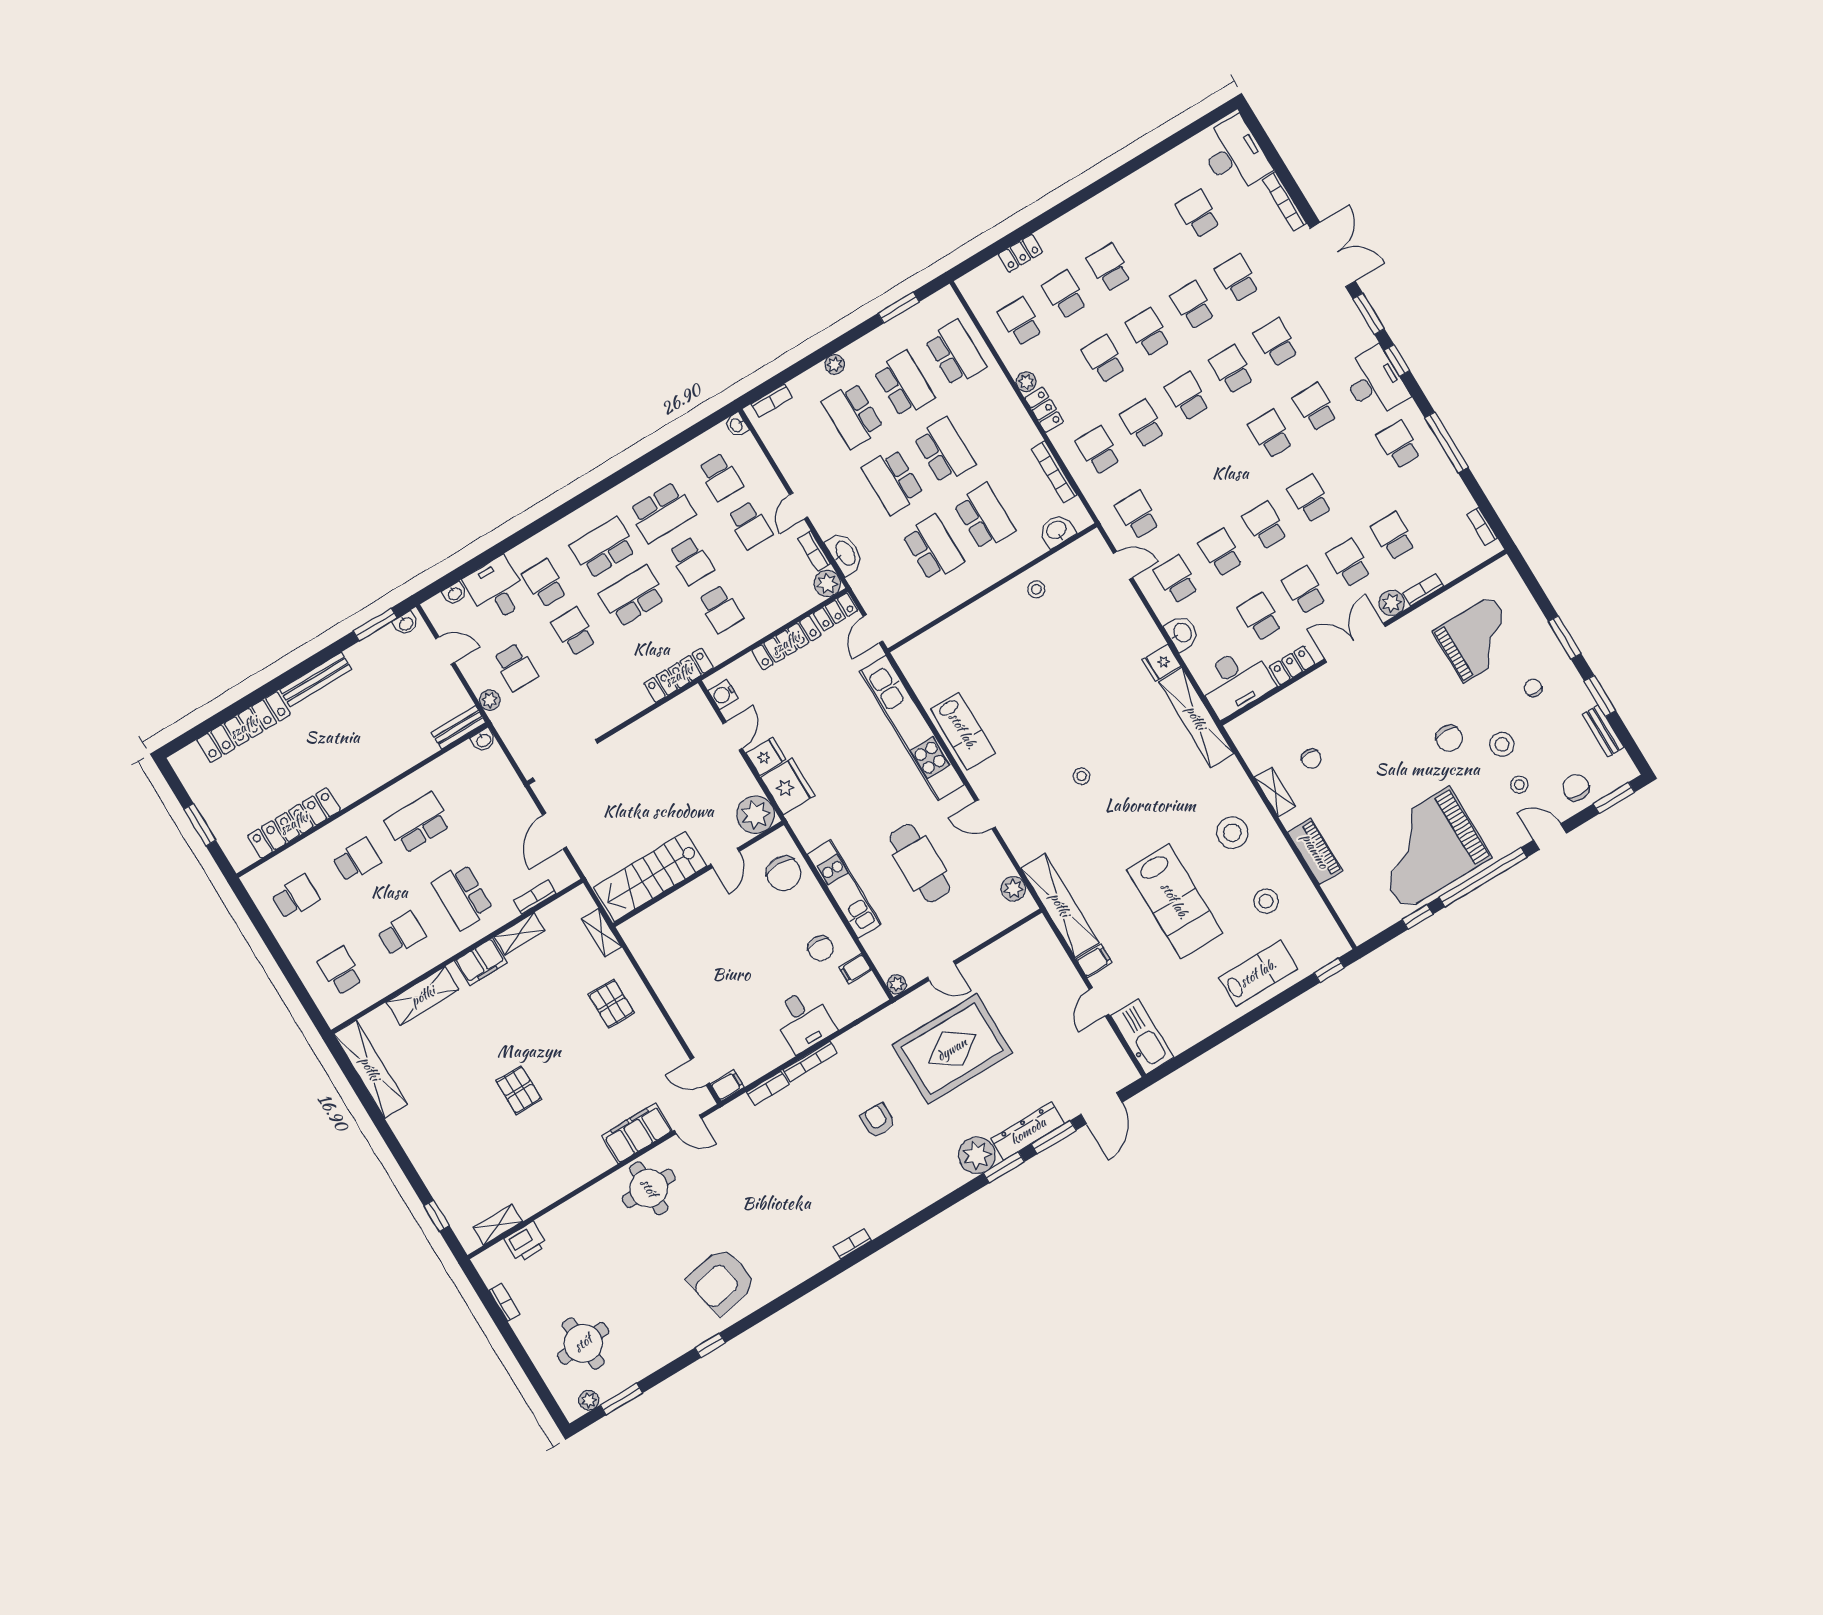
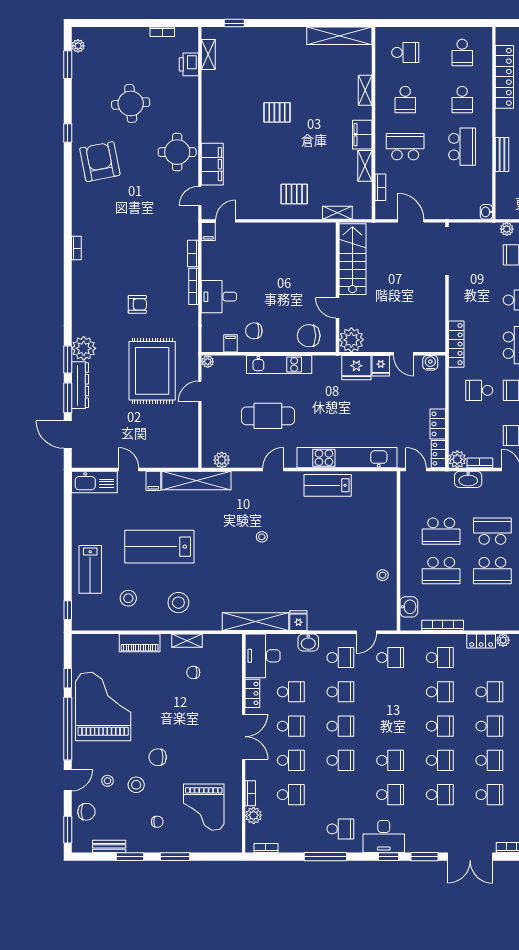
plant: (1392, 603) -> (254, 815), moved
locker: (786, 643) -> (438, 424), width x0.66
bench: (459, 727) -> (502, 155), moved
shelving: (423, 996) -> (365, 90), width x0.67, depth x0.75
round table: (583, 1343) -> (131, 103), moved

